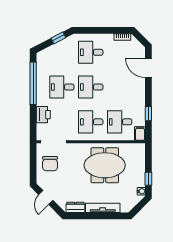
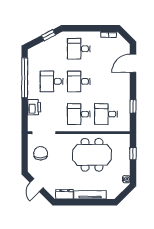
door: (148, 68) -> (133, 63), hinge flipped
filing cabinet: (140, 133) -> (125, 125), removed
chair: (50, 164) -> (41, 153), turned 180
window: (148, 179) -> (133, 154), moved

